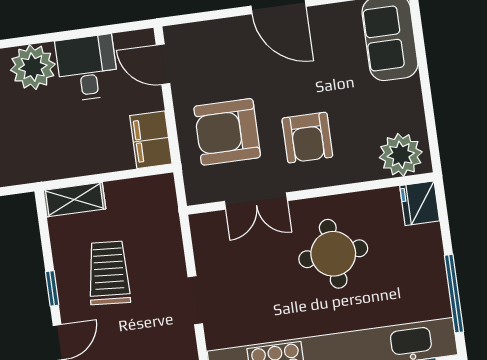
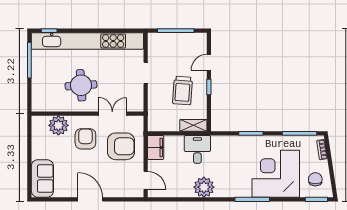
desk: (87, 68) -> (197, 149), moved, turned 180
plant: (401, 155) -> (58, 125), moved
fridge: (420, 203) -> (39, 103), removed

